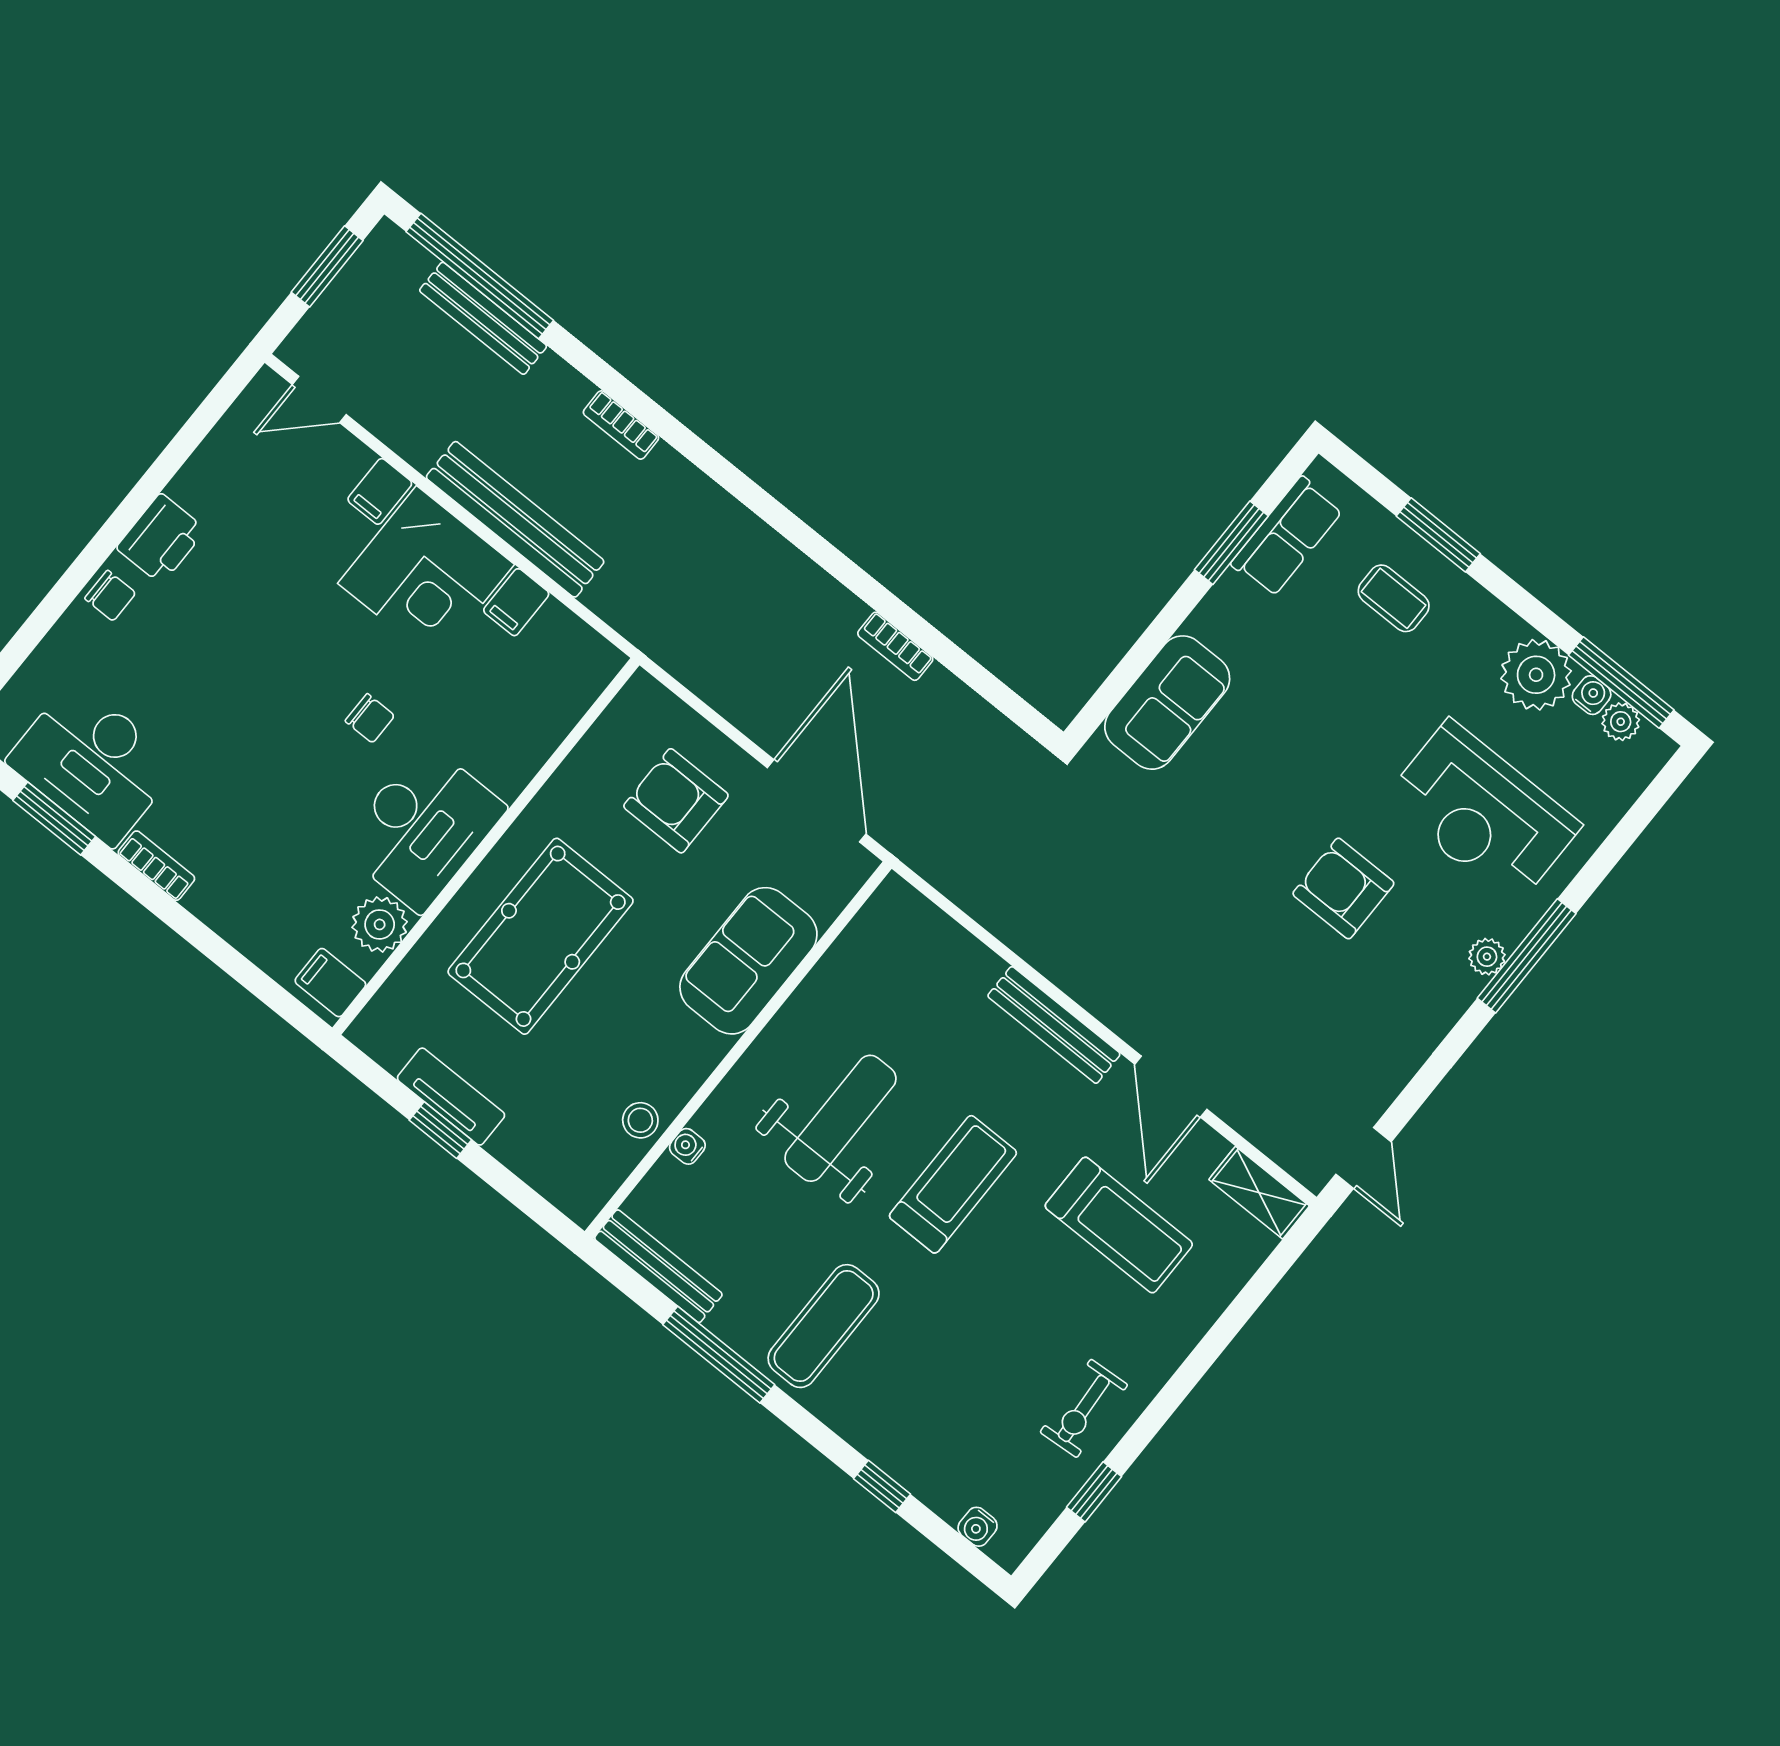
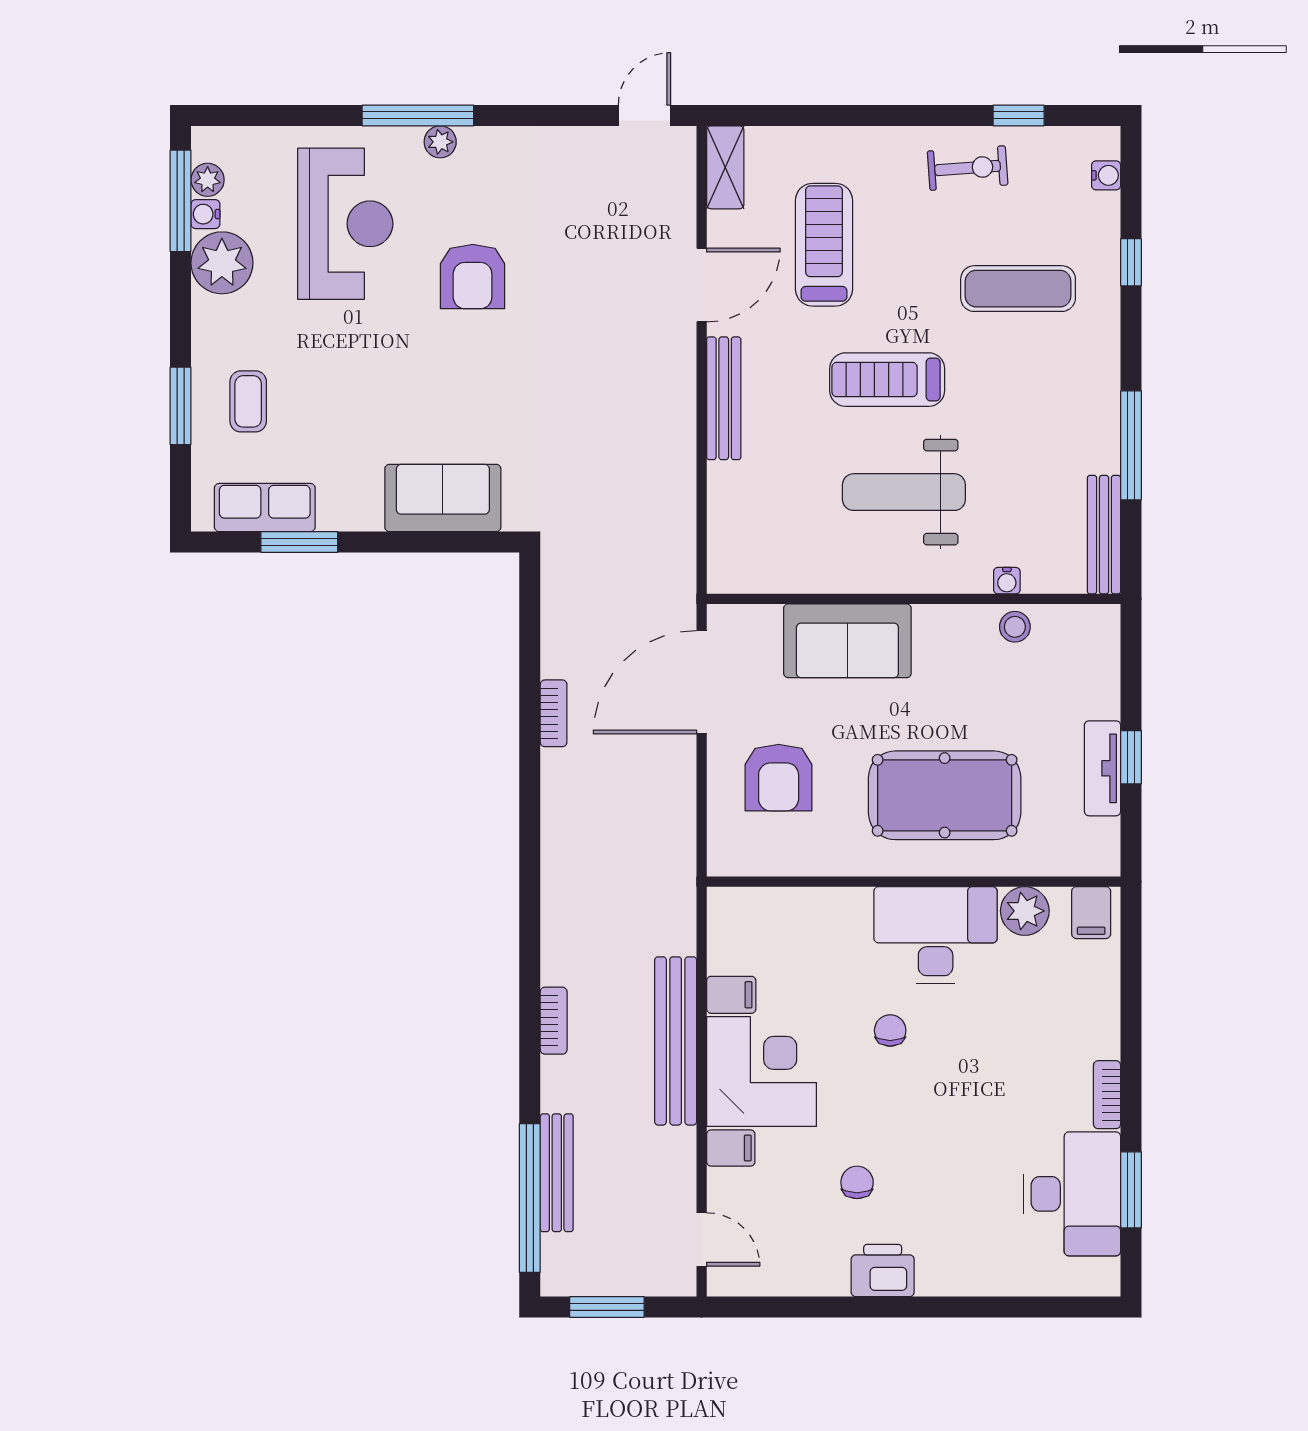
chair: (110, 596) -> (857, 1182), moved
exercise mat: (824, 1326) -> (1018, 289), moved

